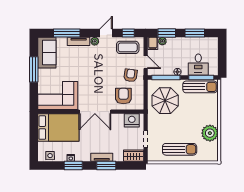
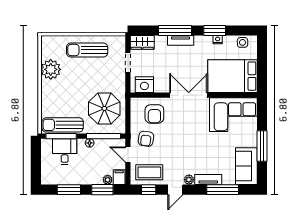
window: (106, 166) -> (175, 31), width x1.44

